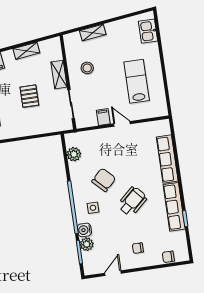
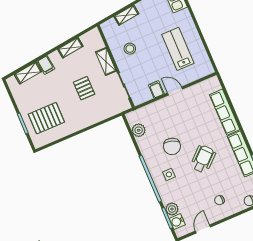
chair: (104, 180) -> (172, 146), turned 153
water cooler: (84, 230) -> (177, 222), moved

